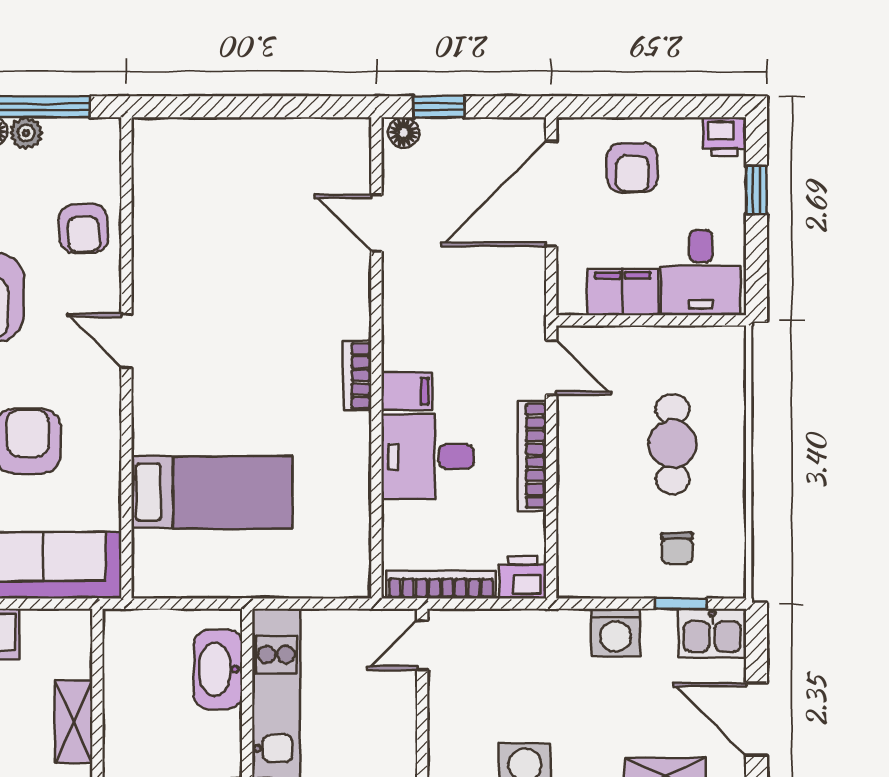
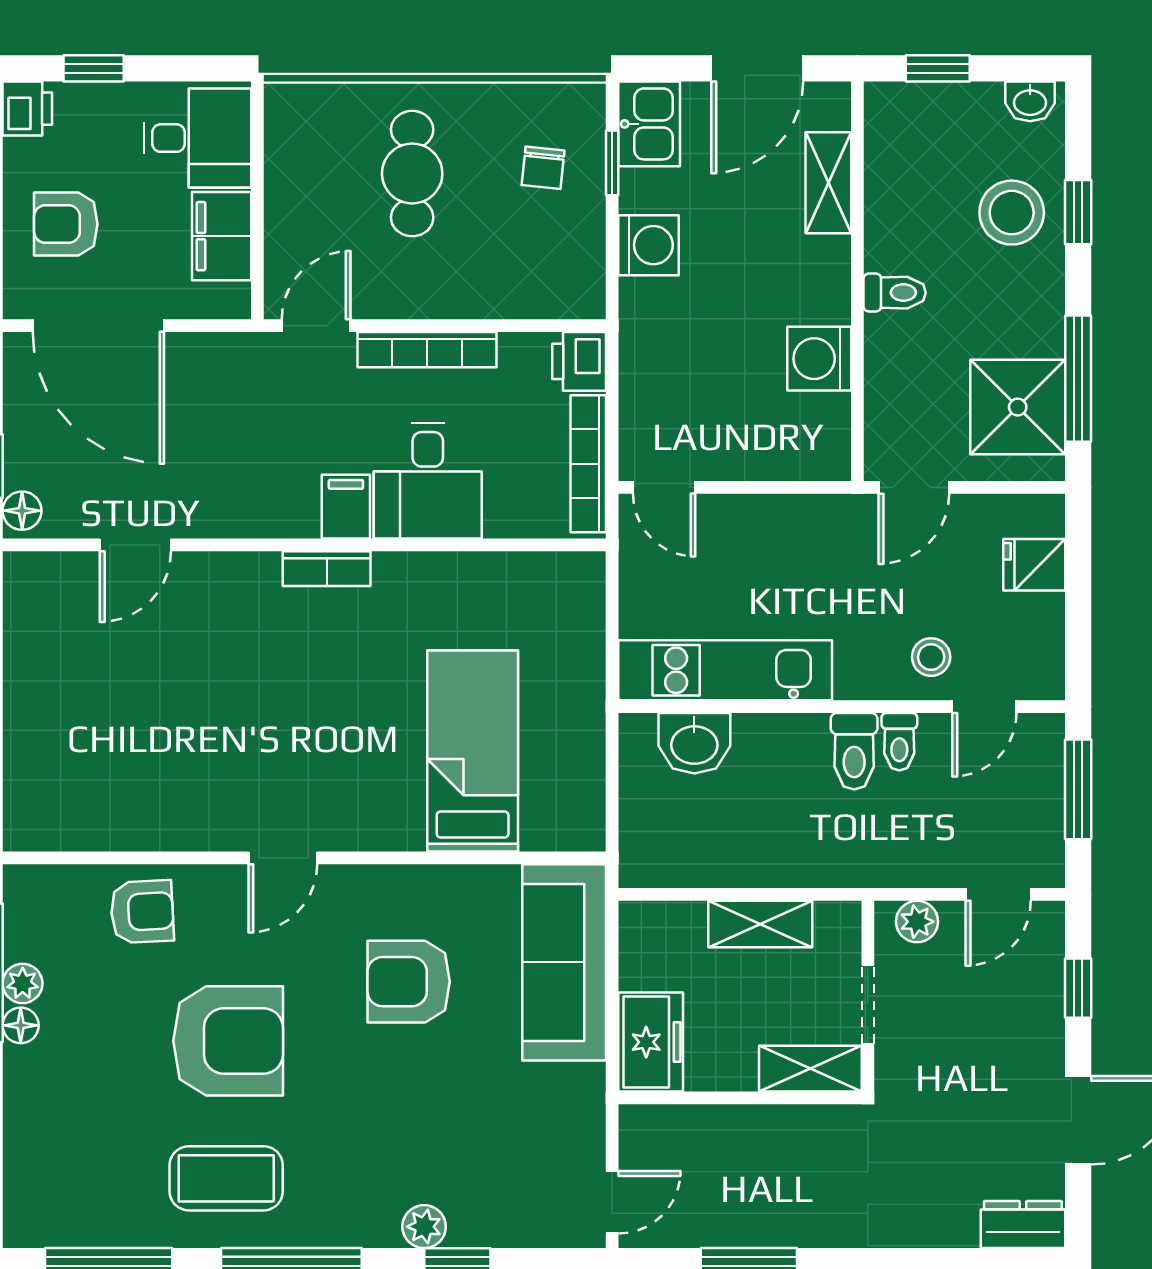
armchair: (632, 168) -> (66, 224), turned 180
cafe table: (673, 444) -> (412, 174), turned 90
chair: (677, 548) -> (543, 168), turned 96
washbasin: (218, 669) -> (694, 743), width x0.72

